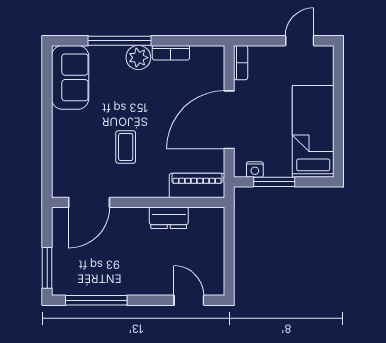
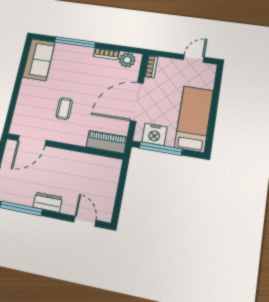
plant: (138, 58) -> (127, 60), moved
nightstand: (255, 169) -> (154, 134), width x1.89, depth x1.79
window: (274, 182) -> (161, 149), width x1.44
dresser: (169, 218) -> (48, 202), moved, turned 180

